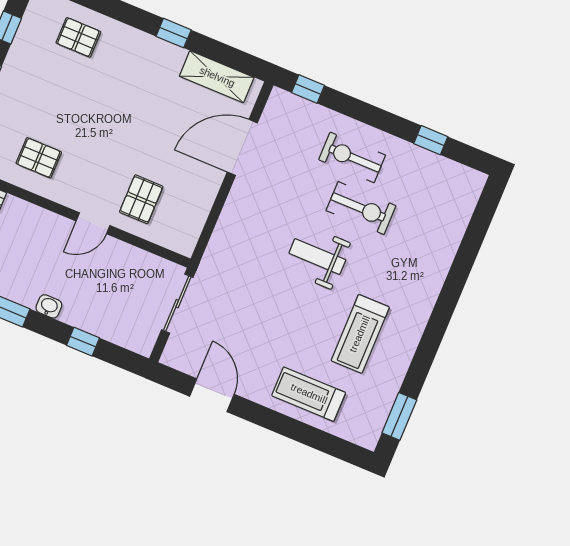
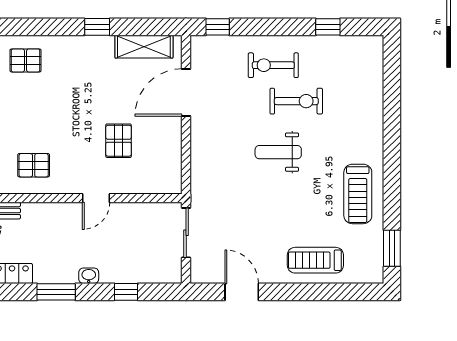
pallet: (141, 199) -> (119, 141), moved
treadmill: (360, 334) -> (358, 194), moved

